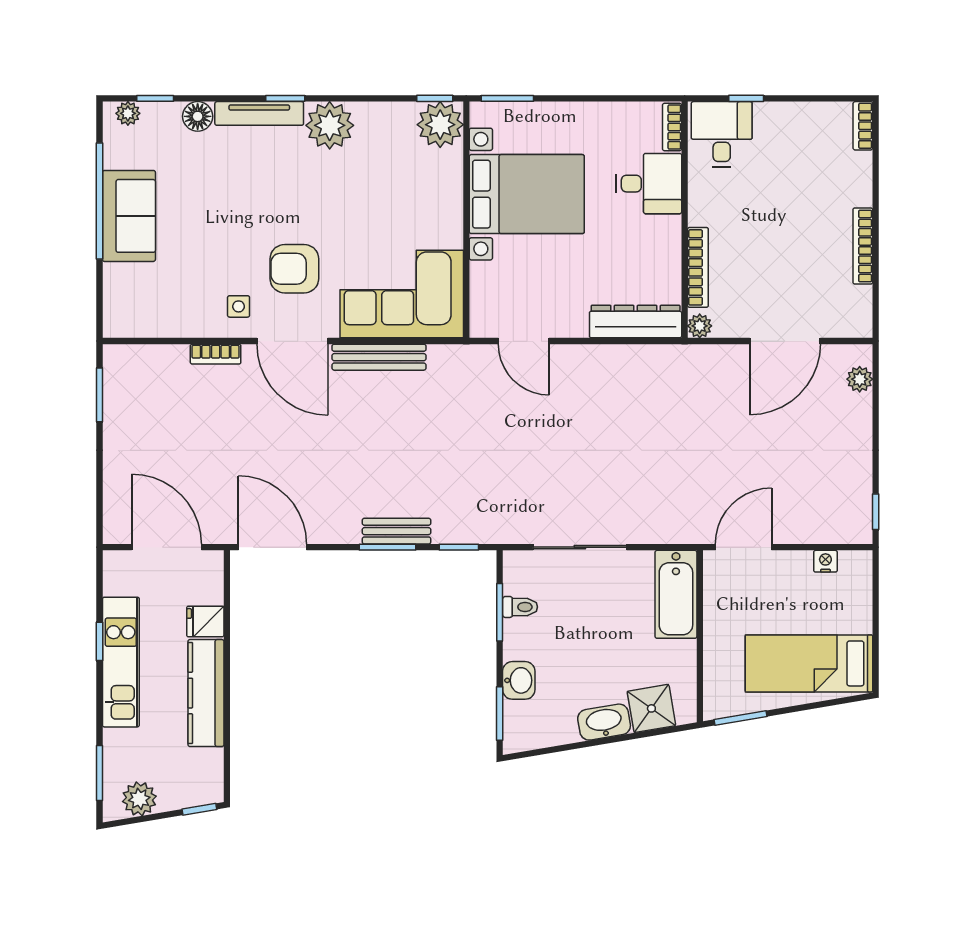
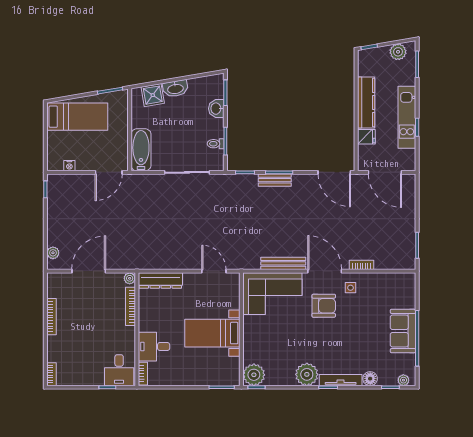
bed with nightstands: (527, 194) -> (212, 333), width x0.73

